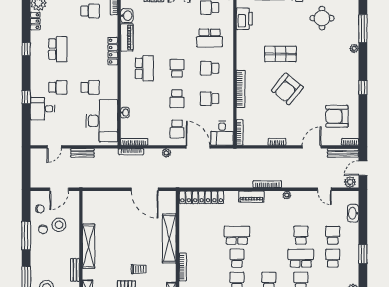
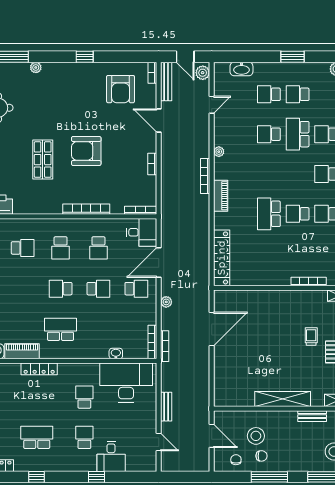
school desk: (210, 38) -> (23, 248), width x0.54
armchair: (287, 89) -> (86, 151), turned 141
shelving: (169, 238) -> (273, 298), removed

